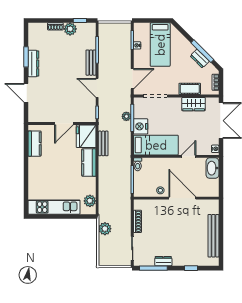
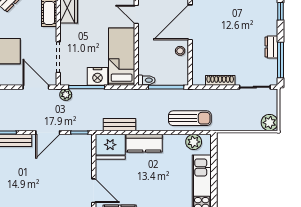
plant: (126, 116) -> (66, 95), moved
door: (64, 123) -> (94, 191), moved
sun lounger: (108, 198) -> (190, 118), added
plant: (105, 229) -> (269, 123), moved

